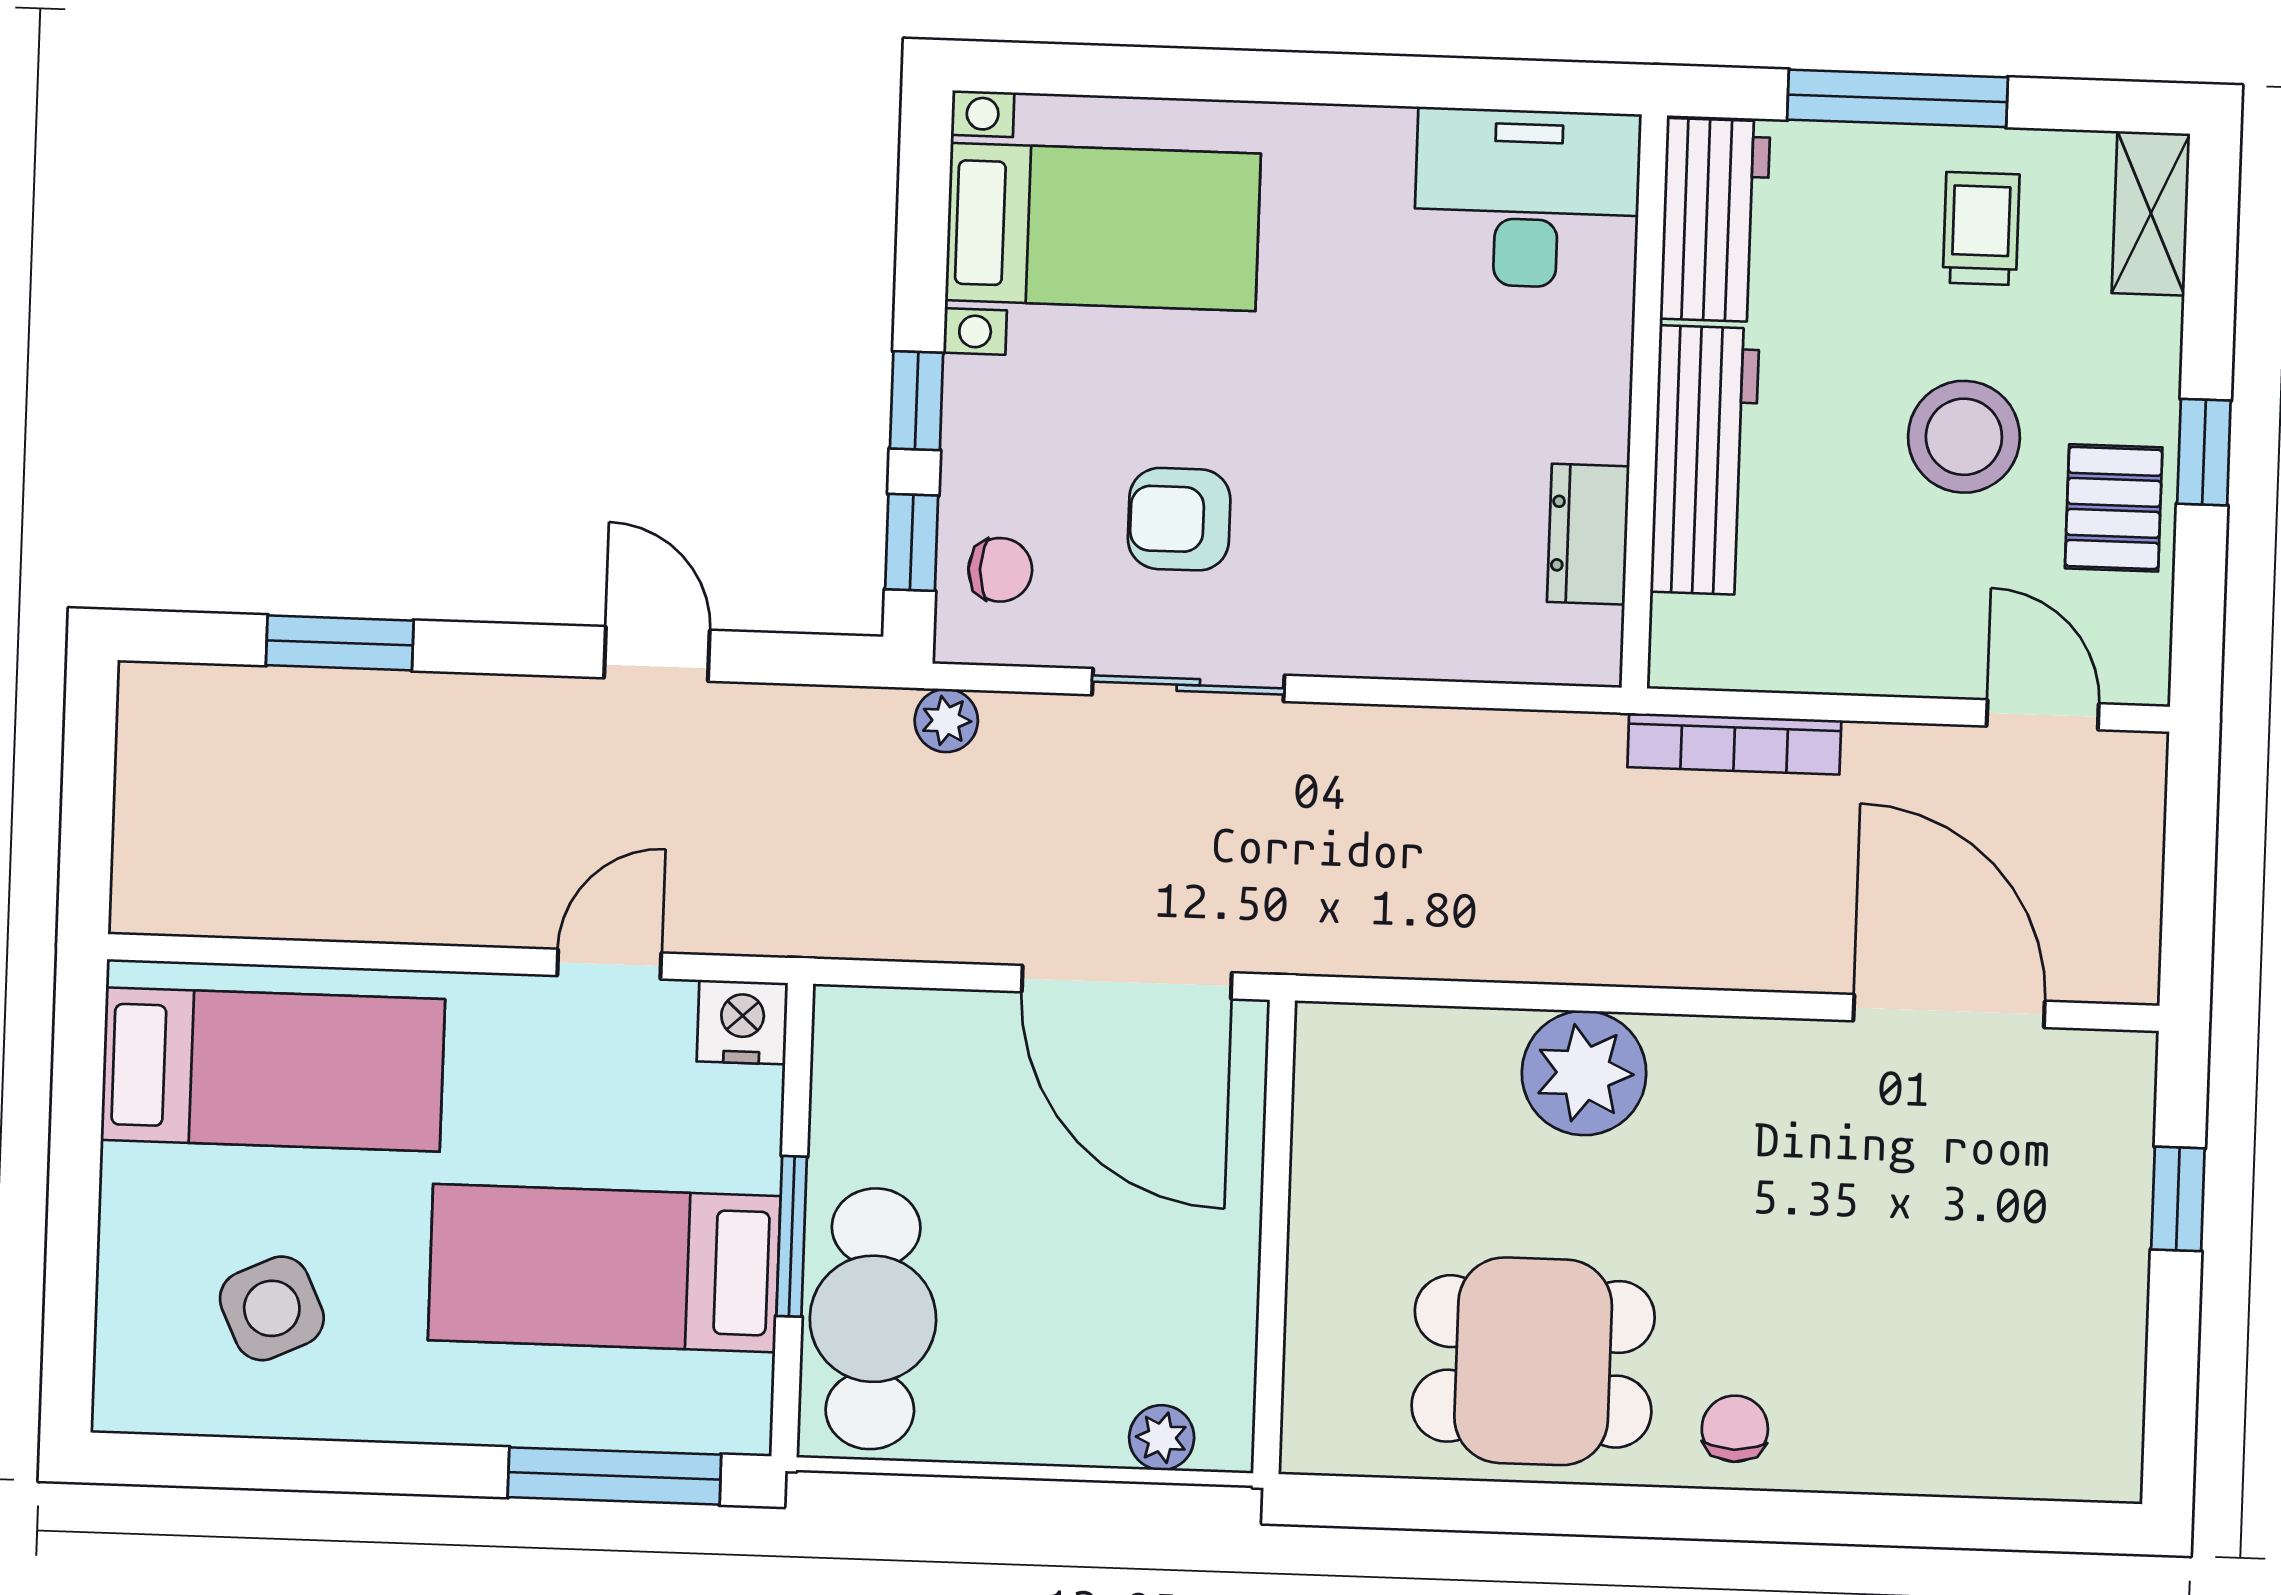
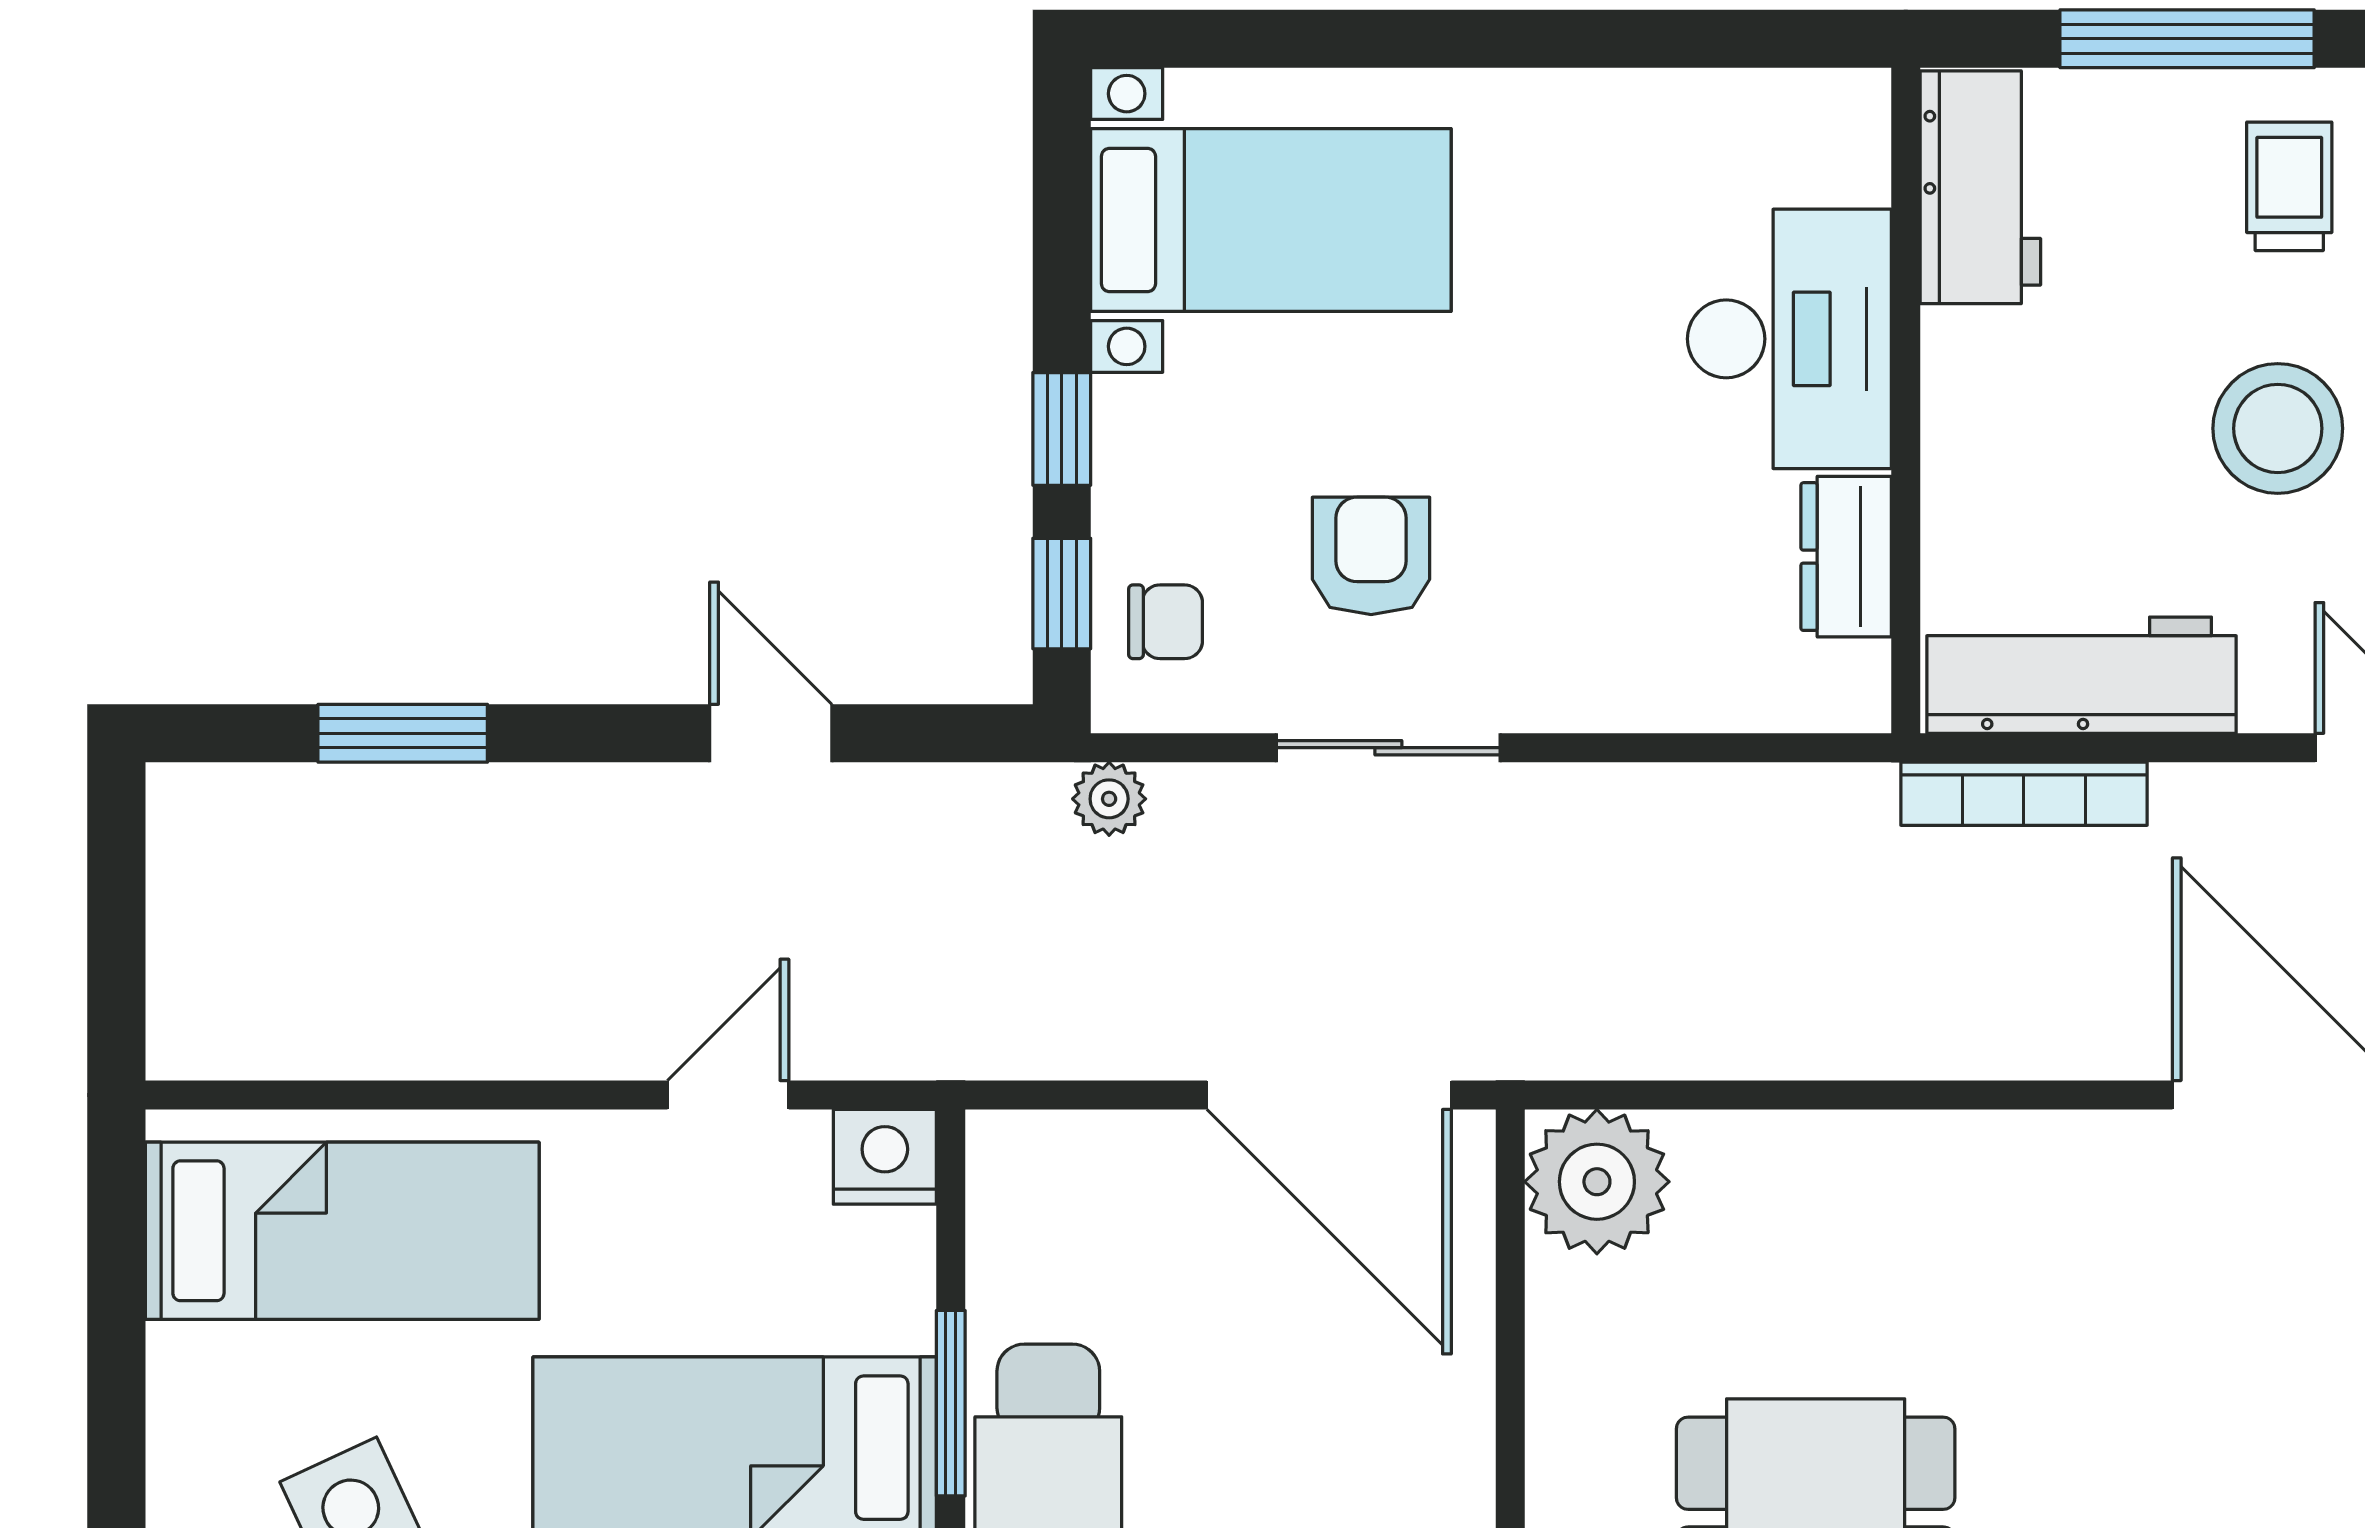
desk: (1527, 198) -> (1789, 339), moved, turned 90
workbench: (1705, 460) -> (2082, 675), moved, turned -90
armchair: (1179, 519) -> (1371, 556), turned 90
plant: (1584, 1073) -> (1597, 1182), moved

